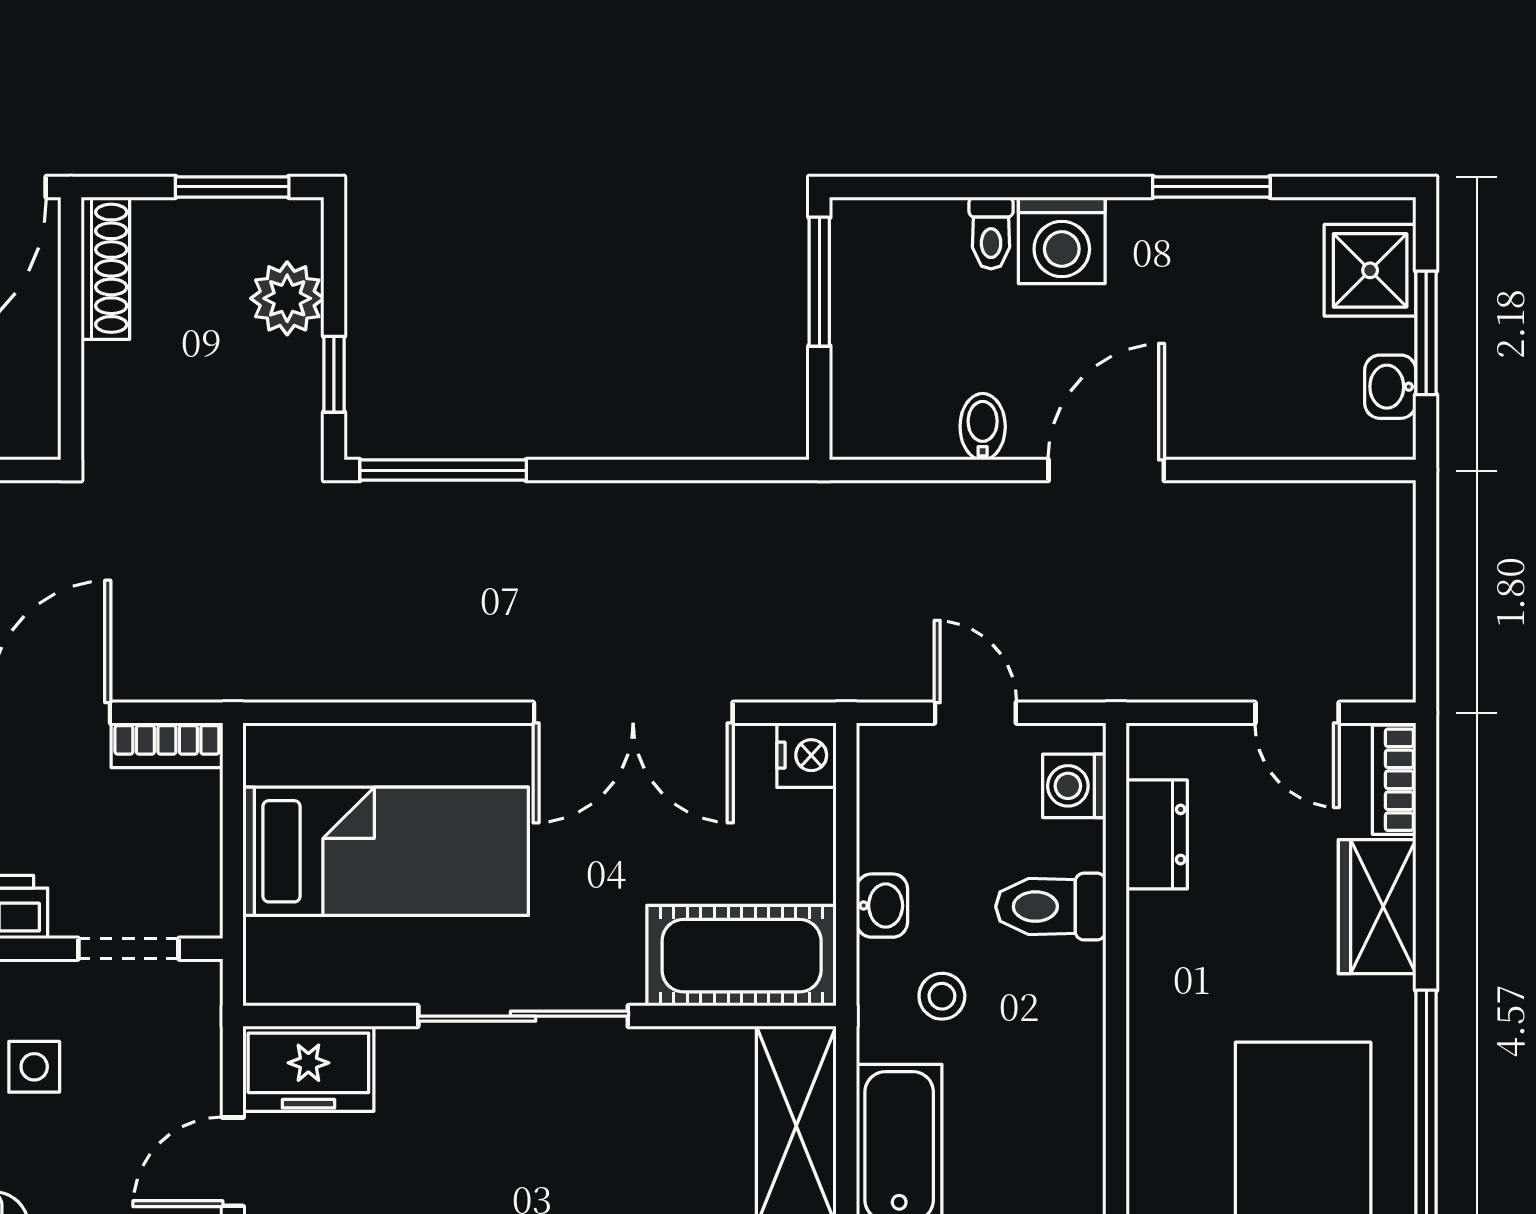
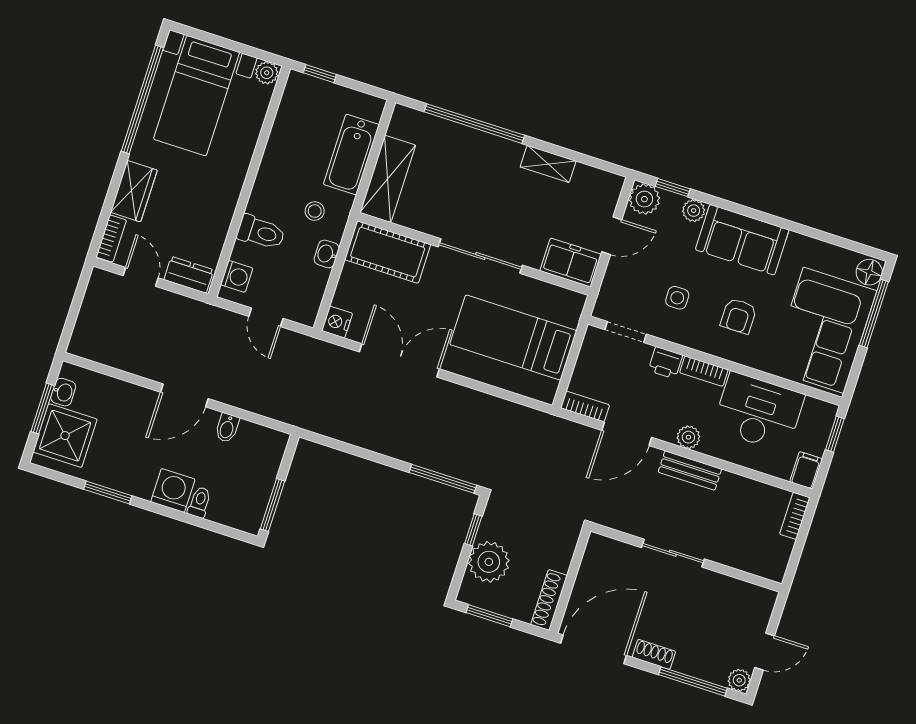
shower: (1370, 270) -> (65, 436), width x1.36, depth x1.36
plant: (287, 298) -> (489, 562), width x1.36, depth x1.36
dresser: (1157, 834) -> (189, 275), moved, turned 90

